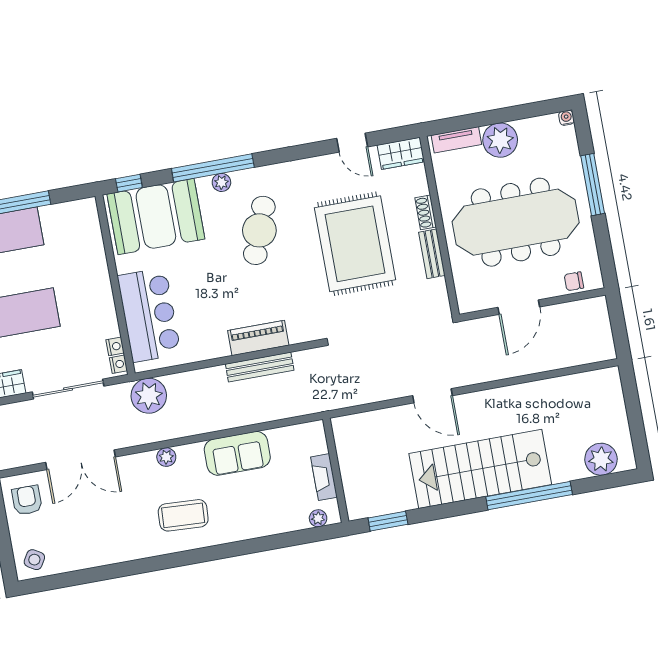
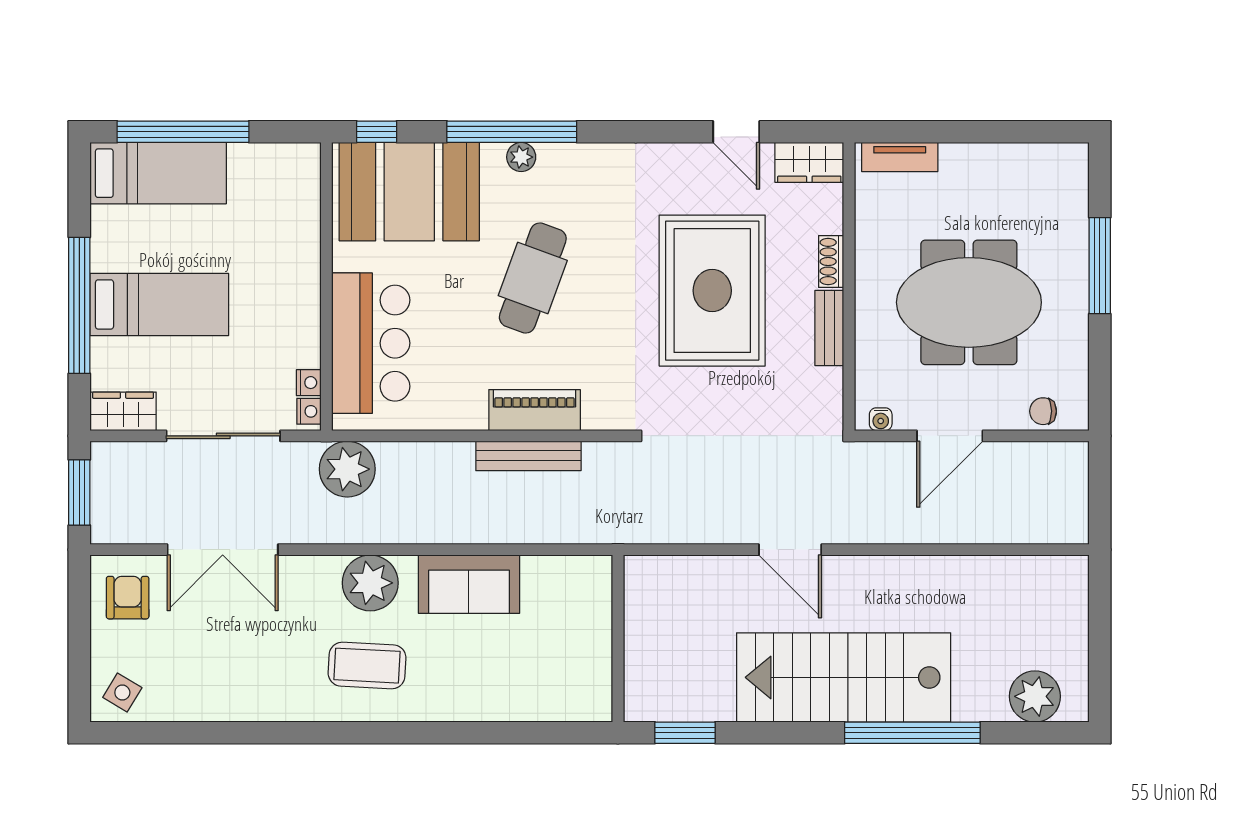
water cooler: (566, 118) -> (881, 419), moved, turned 180
plant: (500, 140) -> (968, 170), removed
meeting table: (516, 222) -> (969, 302), width x0.73
cafe table: (259, 230) -> (533, 278), moved
plant: (166, 457) -> (370, 583), width x1.88, depth x1.88
fireplace: (324, 477) -> (597, 646), removed
plant: (318, 518) -> (577, 708), removed

